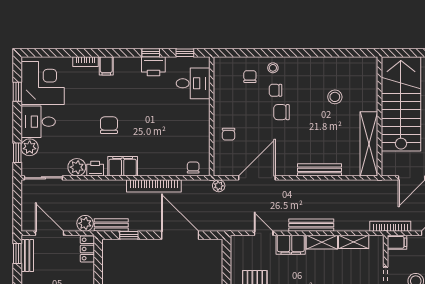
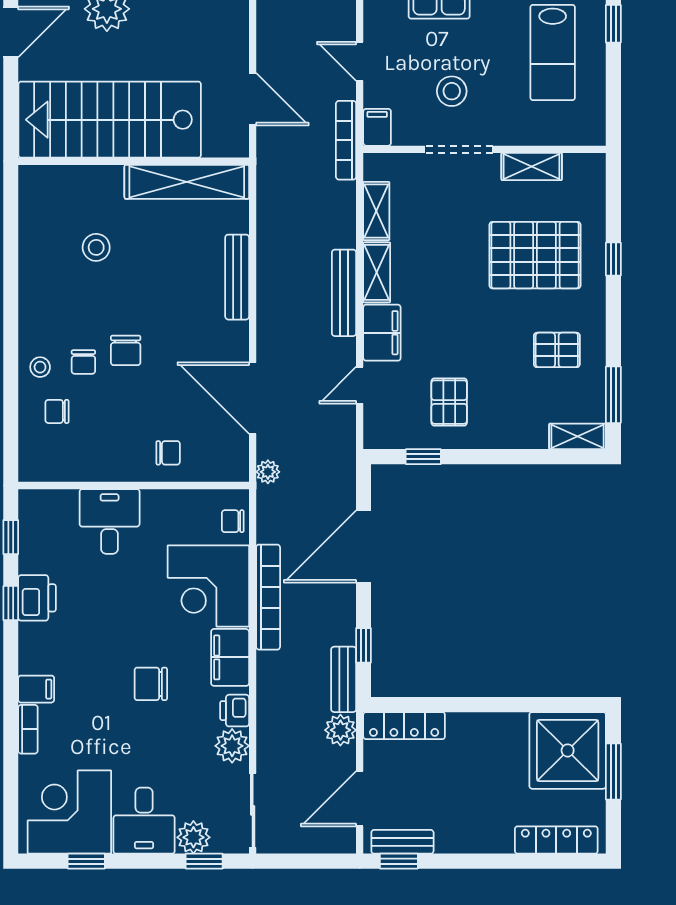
desk: (193, 83) -> (110, 521), moved
corner desk: (160, 155) -> (208, 586), added
locker: (87, 249) -> (404, 726), width x1.53
window: (227, 266) -> (423, 457), added

